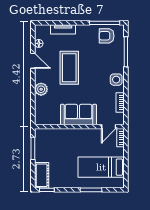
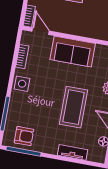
door: (109, 127) -> (41, 31), hinge flipped

